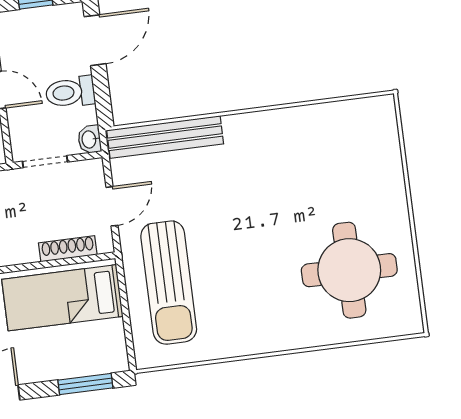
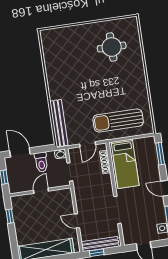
door: (112, 206) -> (88, 144), swing flipped
round table: (349, 270) -> (112, 47), width x0.73, depth x0.73
sun lounger: (169, 283) -> (118, 121), turned 180

